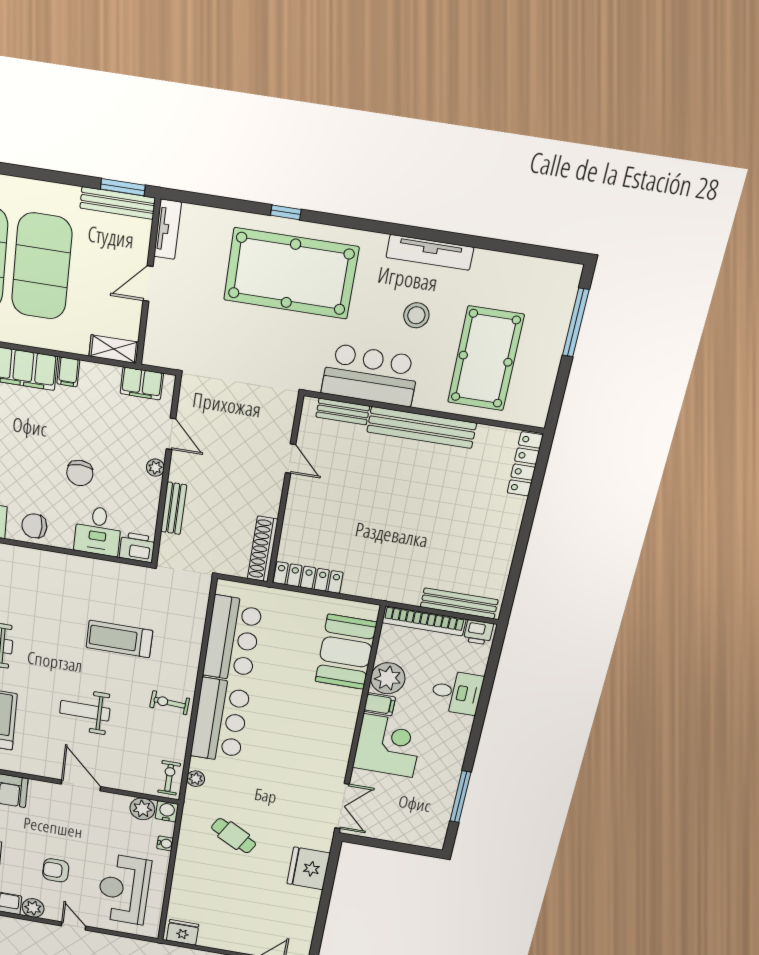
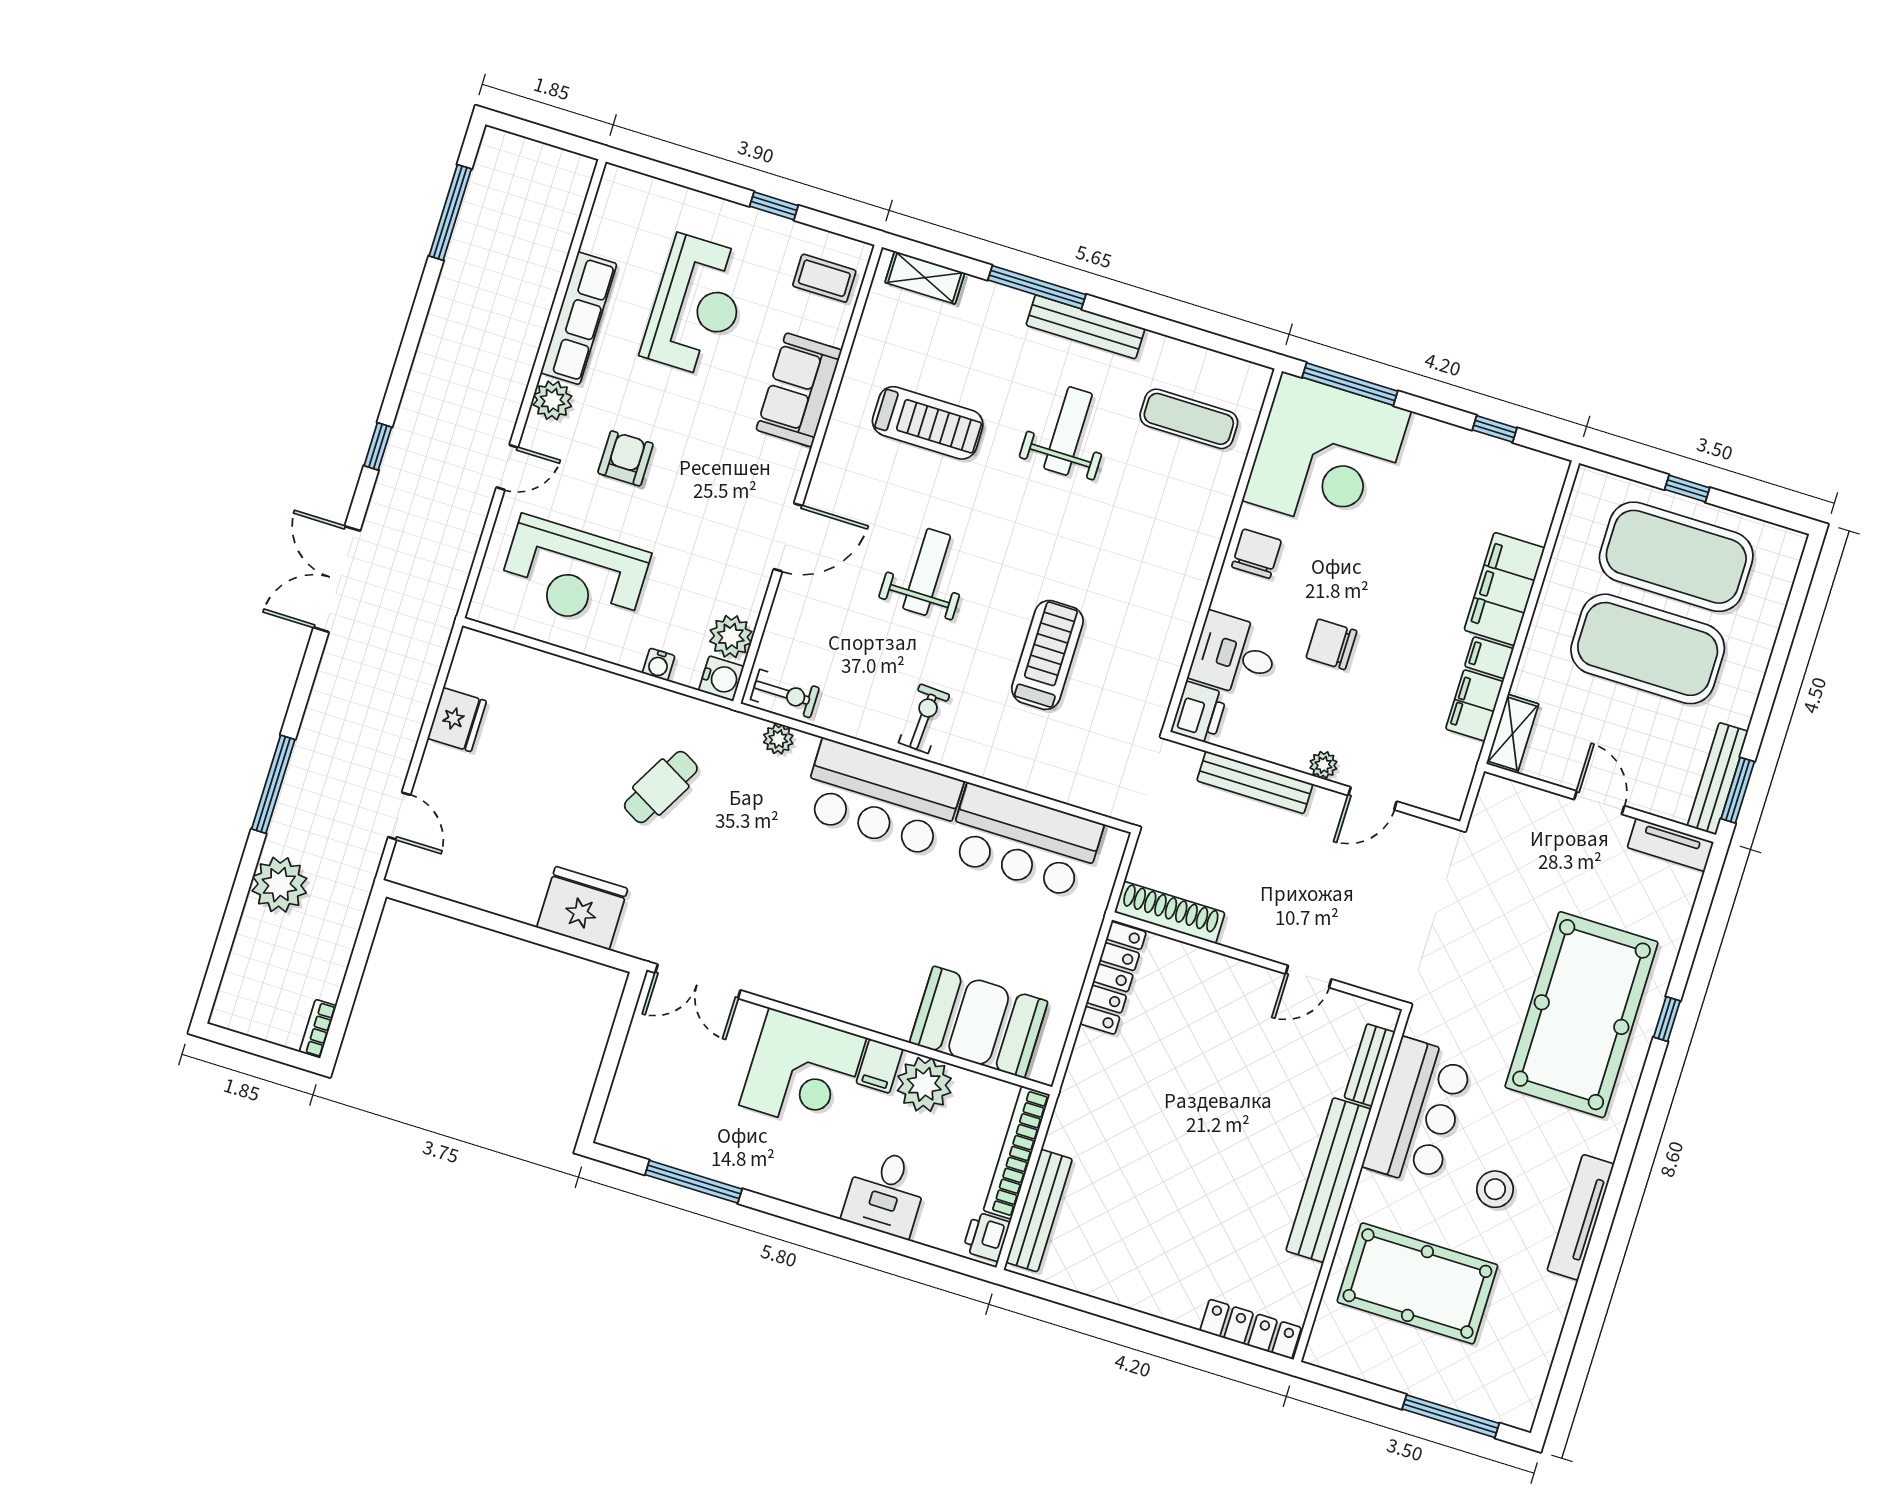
filing cabinet: (142, 383) -> (1475, 705), moved
bench: (174, 508) -> (1255, 782), width x1.36
reception desk: (124, 889) -> (574, 574), turned 180
fridge: (183, 932) -> (457, 720), moved

